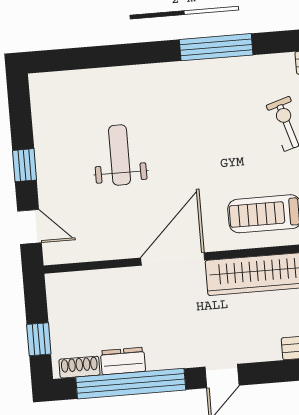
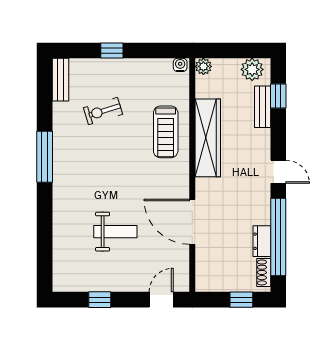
weight bench: (120, 155) -> (115, 232), turned 180
window: (24, 165) -> (100, 300), moved
door: (173, 259) -> (192, 222), moved

